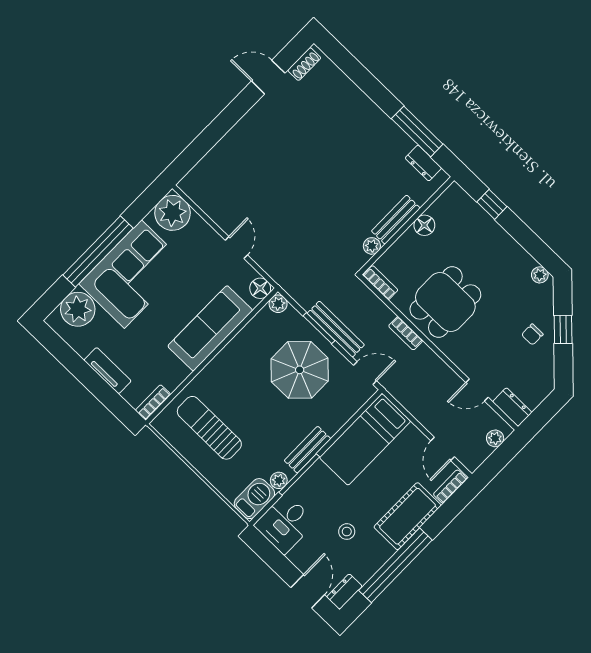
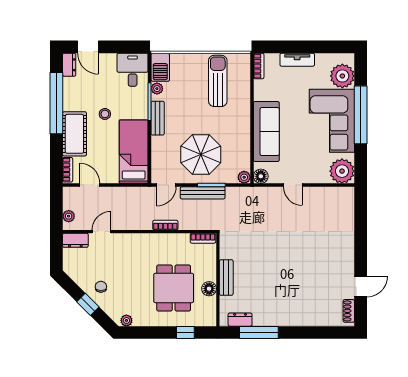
plant: (372, 246) -> (225, 252), removed
dining table: (445, 302) -> (174, 288), moved
sun lounger: (209, 428) -> (218, 81), turned -90
stool: (347, 532) -> (105, 114), moved

